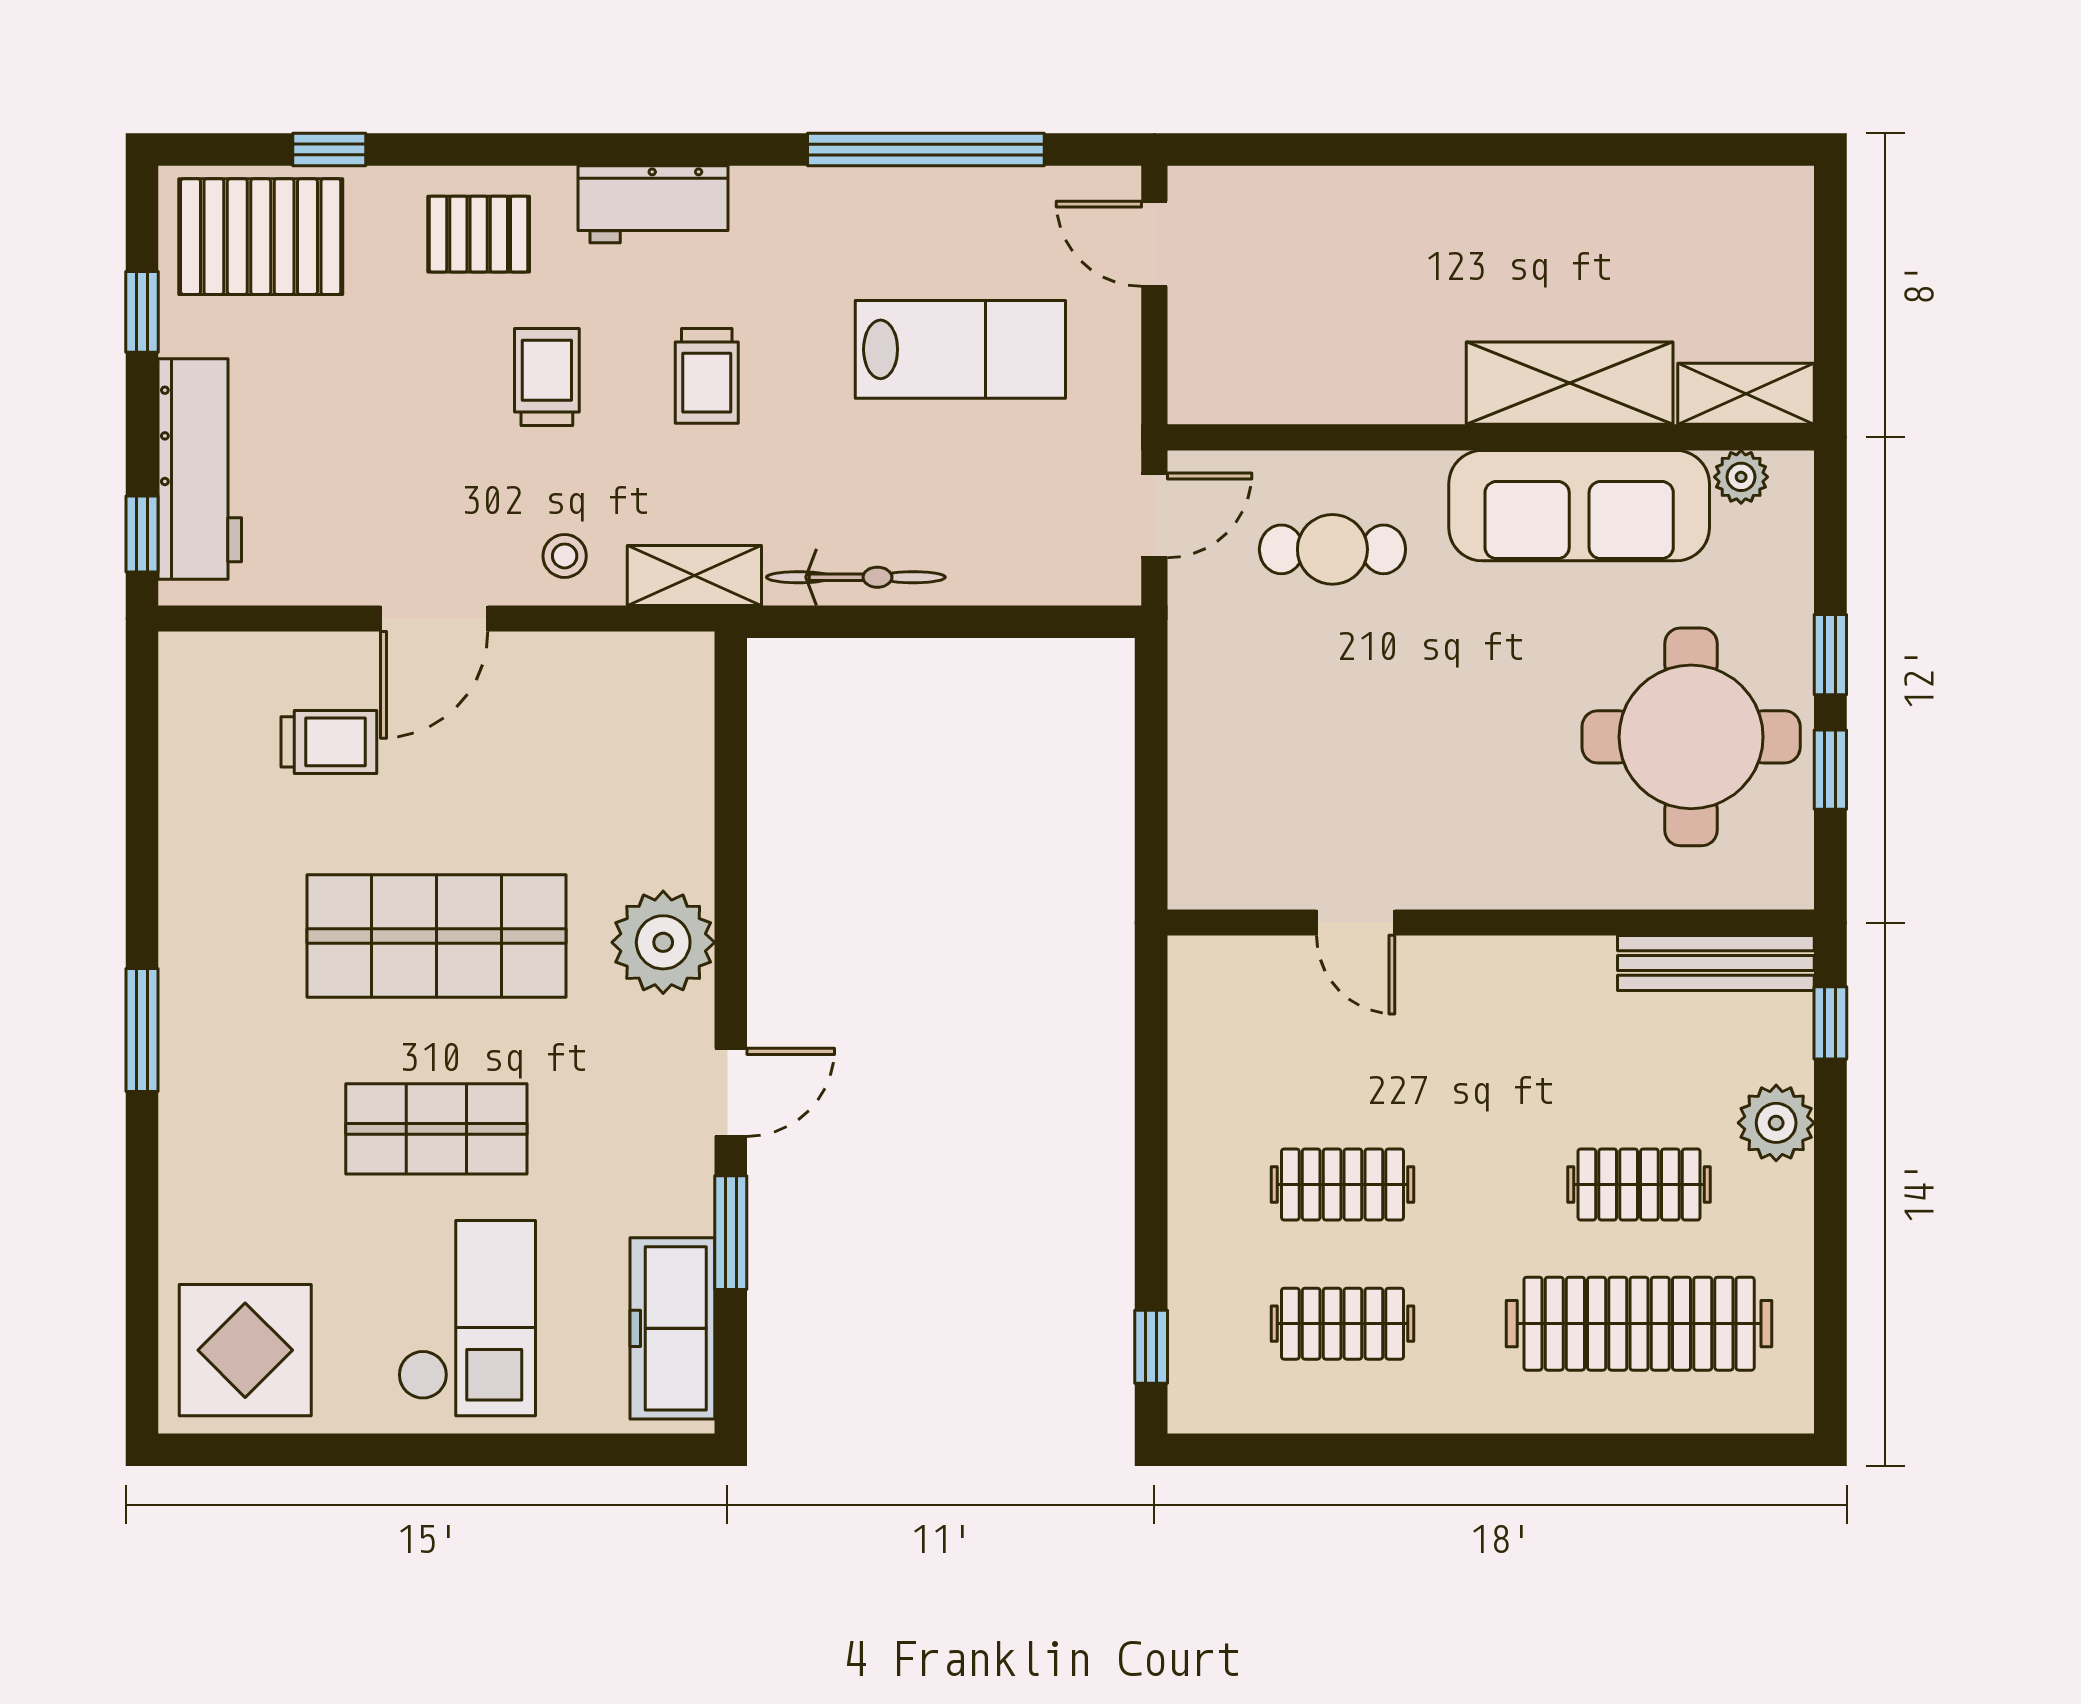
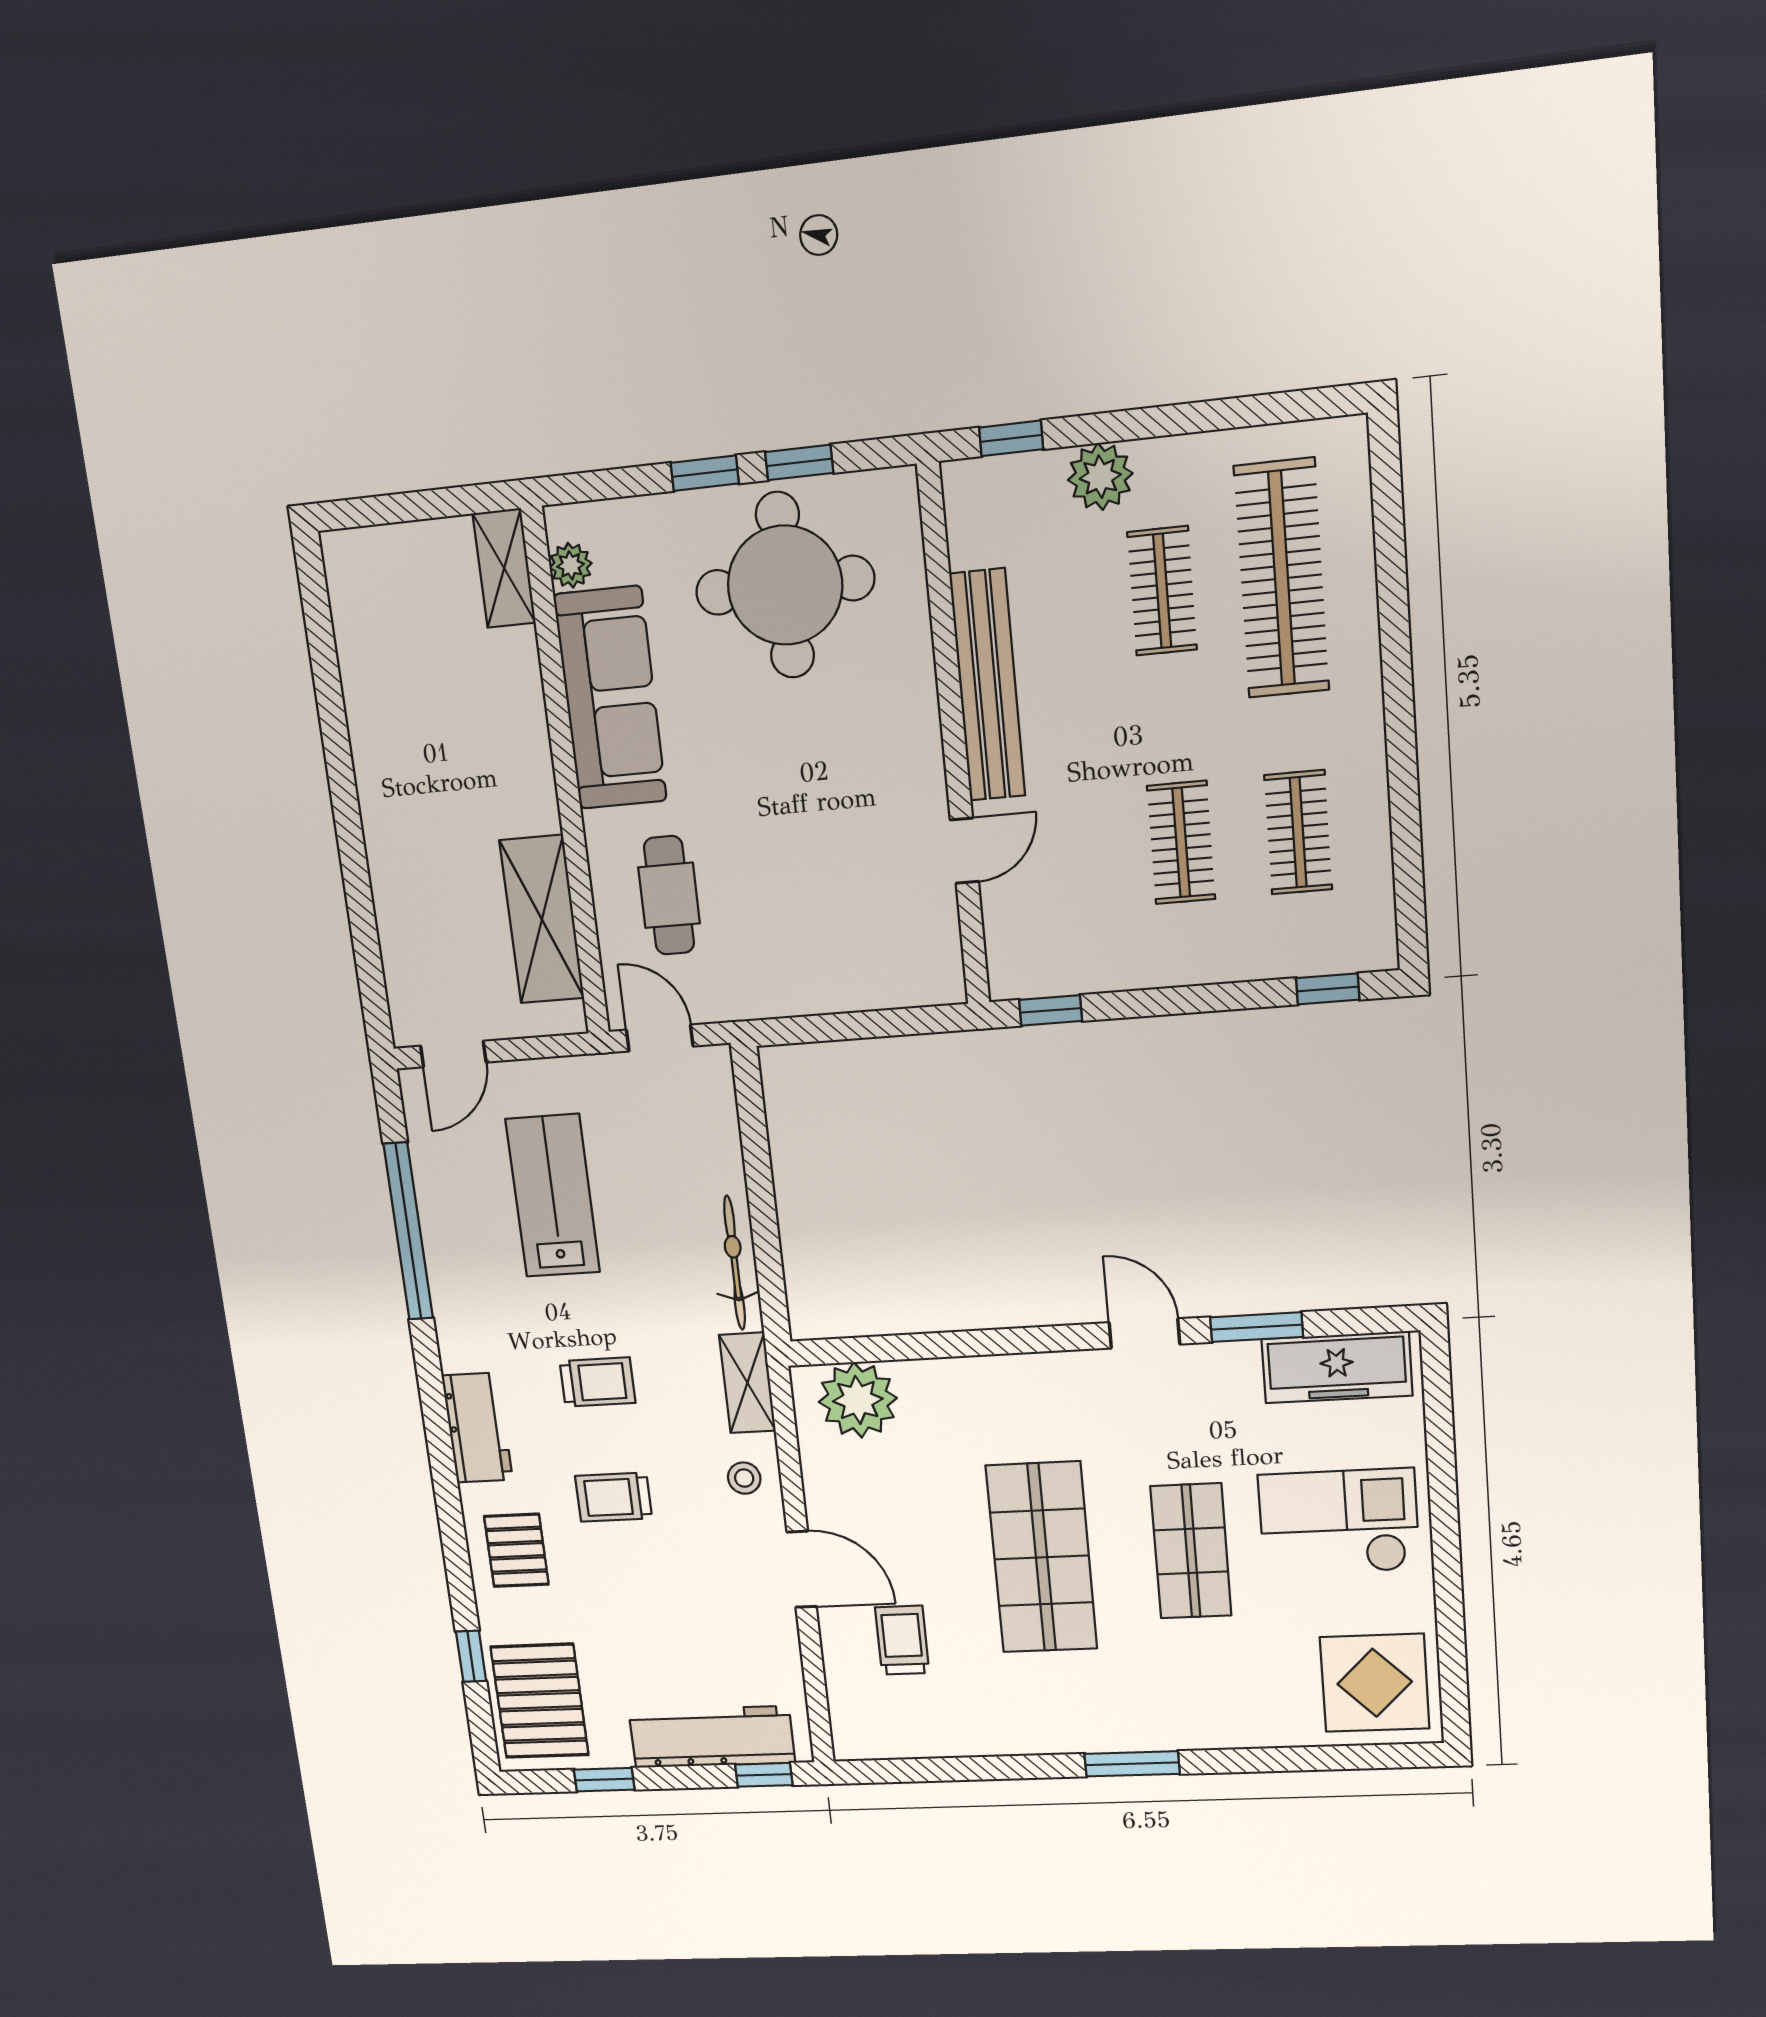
shelving: (1570, 383) -> (542, 919), moved
plant: (663, 942) -> (858, 1400), moved
bench: (1716, 963) -> (987, 685), moved, width x1.37, depth x1.21
window: (1151, 1010) -> (1051, 1010), added

